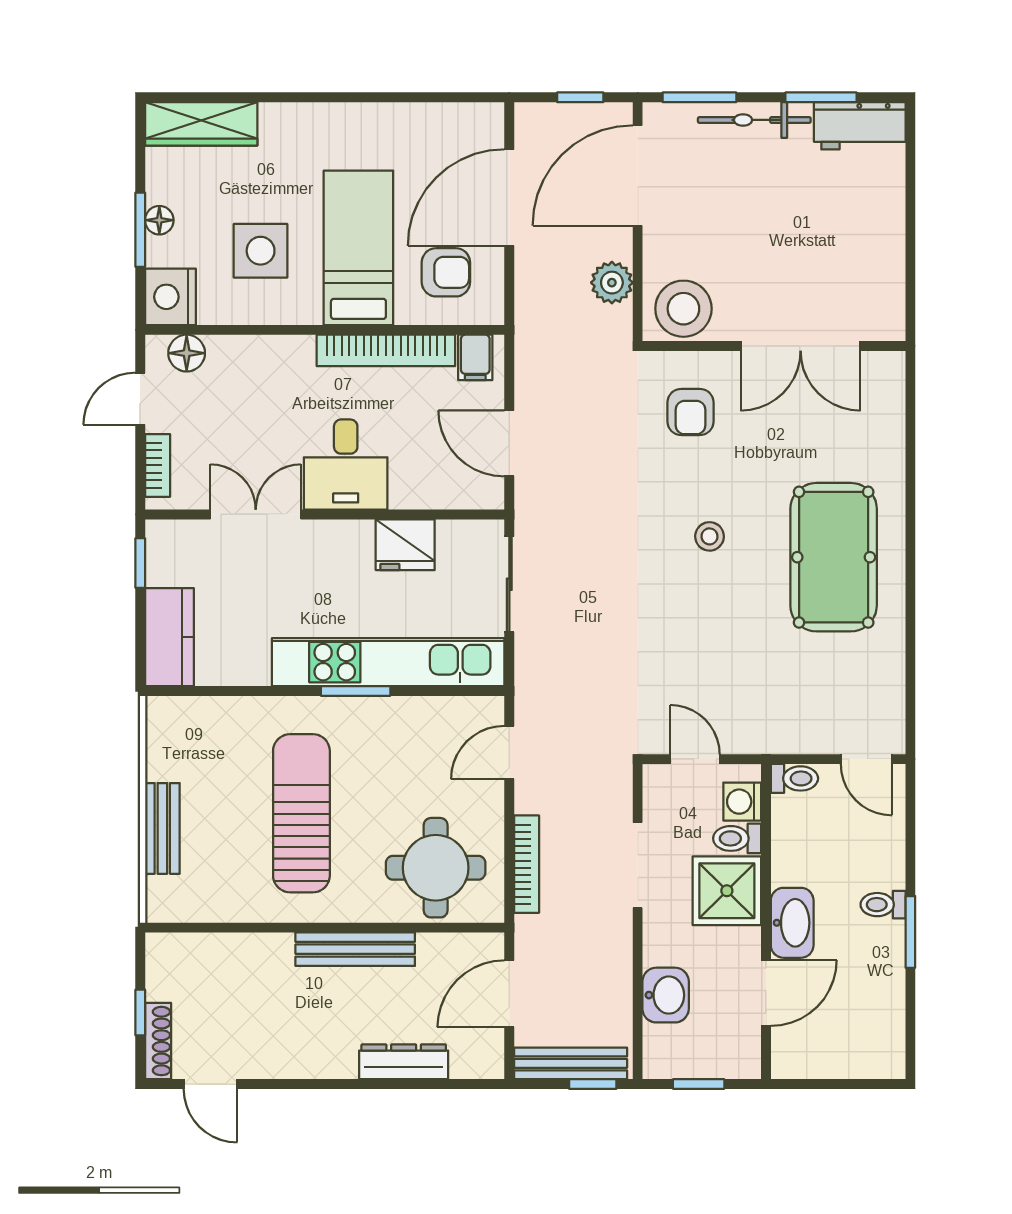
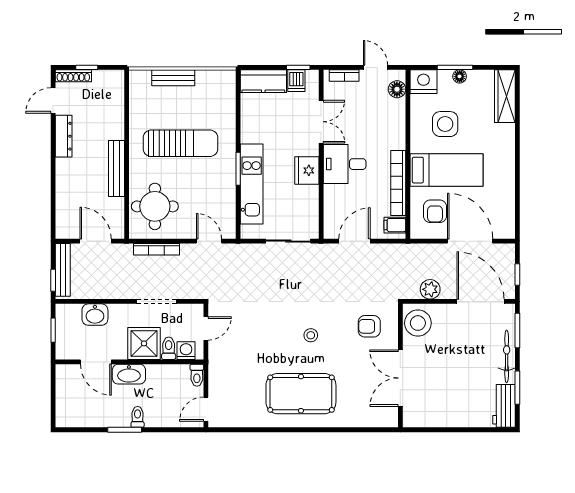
fridge: (405, 545) -> (307, 170), moved
dishwasher: (168, 567) -> (296, 81), added
kitchen unit: (388, 662) -> (252, 184), width x0.73
dresser: (404, 1062) -> (64, 136), moved

